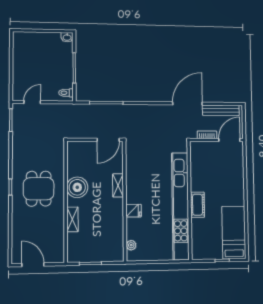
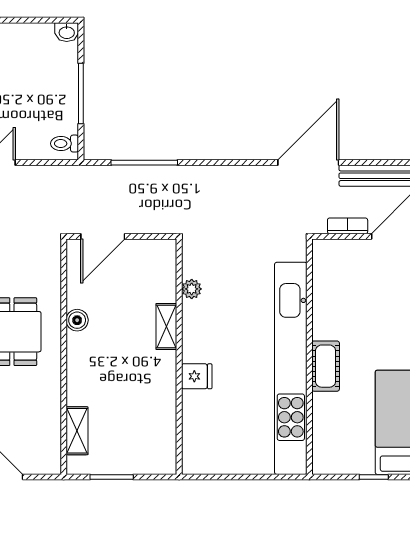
door: (108, 140) -> (103, 236), moved
boiler: (77, 187) -> (77, 320), width x0.54, depth x0.54
shelving: (72, 219) -> (77, 431), moved
plant: (131, 245) -> (192, 289), moved

